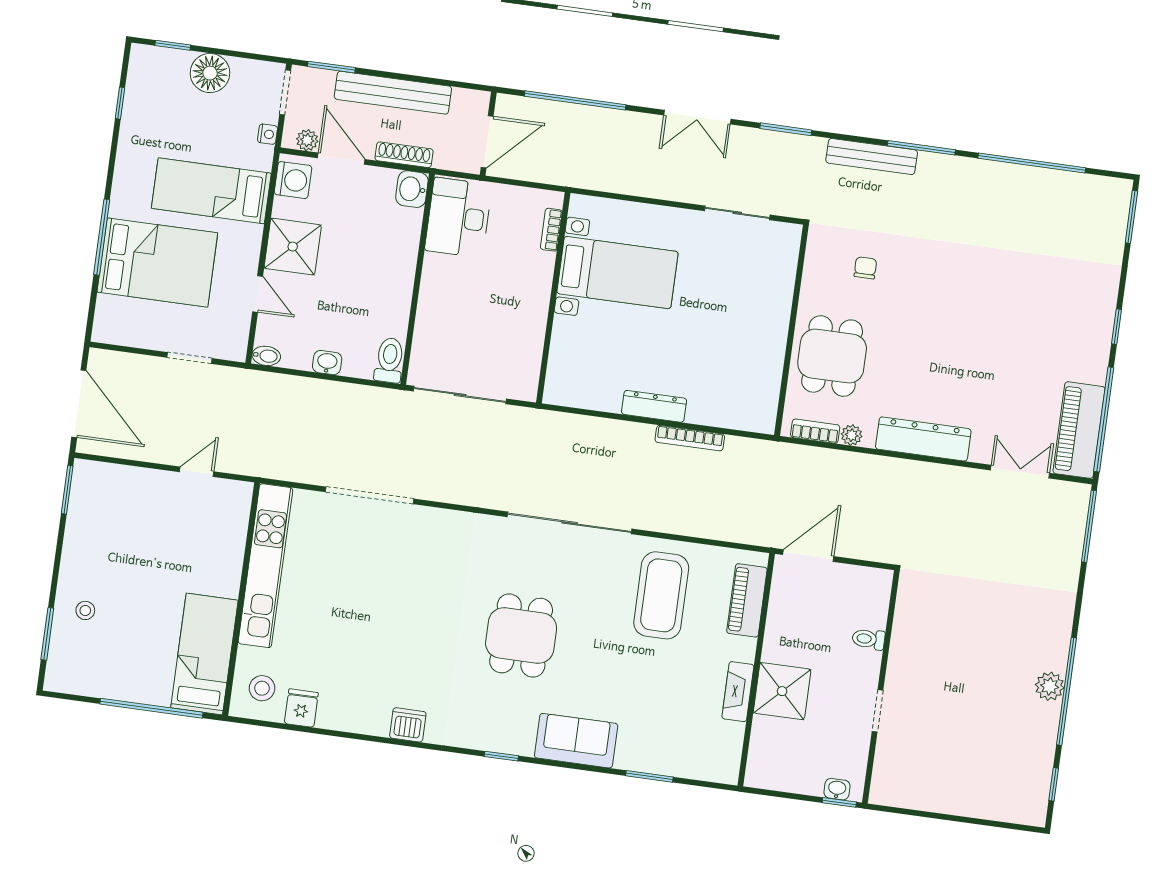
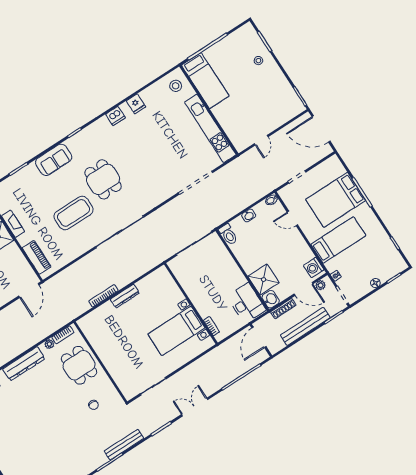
floor lamp: (210, 73) -> (375, 283), width x0.53, depth x0.53
shower: (293, 247) -> (264, 280), moved
coffee table: (661, 595) -> (74, 213), moved, turned 90
fridge: (301, 708) -> (136, 104), moved

